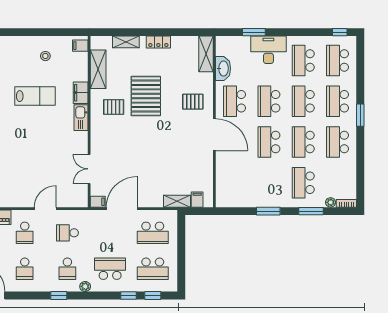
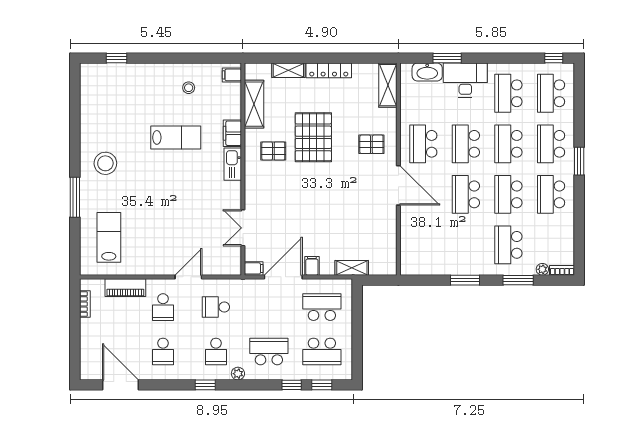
locker: (158, 42) -> (329, 70), width x1.53
washbasin: (223, 68) -> (427, 72), moved, turned 90
filing cabinet: (197, 200) -> (312, 266), moved
school desk: (153, 233) -> (322, 307), turned 180

